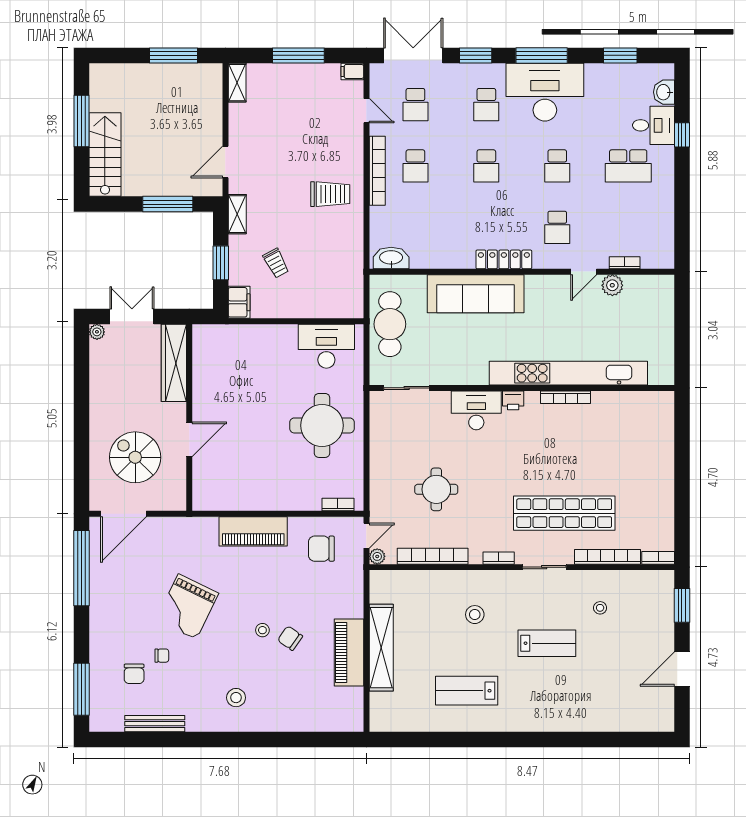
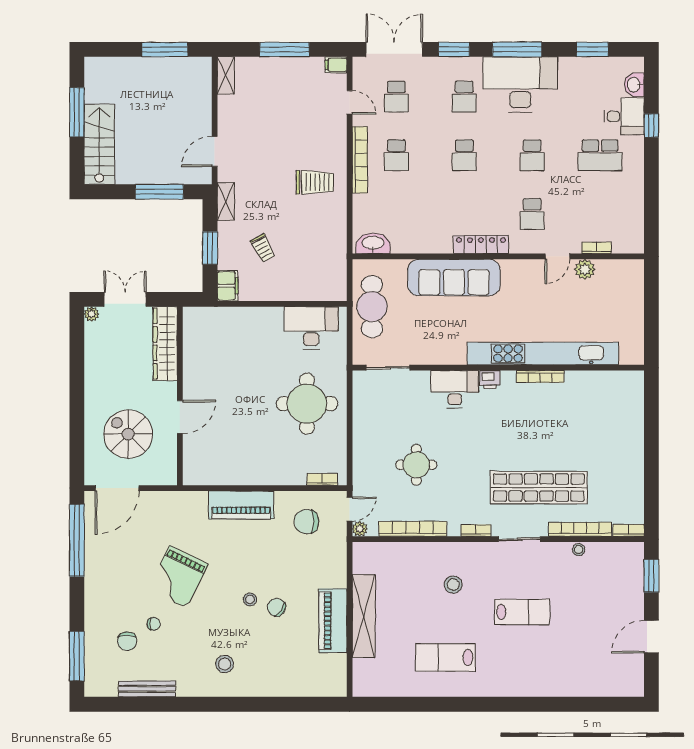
stool: (600, 608) -> (579, 550), moved

